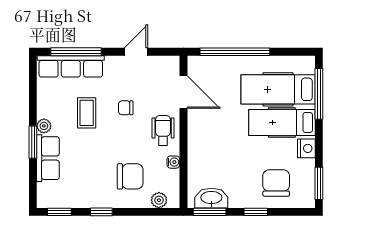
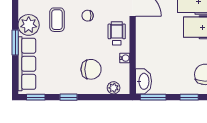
plant: (44, 126) -> (29, 25), width x1.88, depth x1.88
row of seats: (48, 158) -> (27, 64), width x1.48
washbasin: (211, 198) -> (143, 81), moved, turned 90

